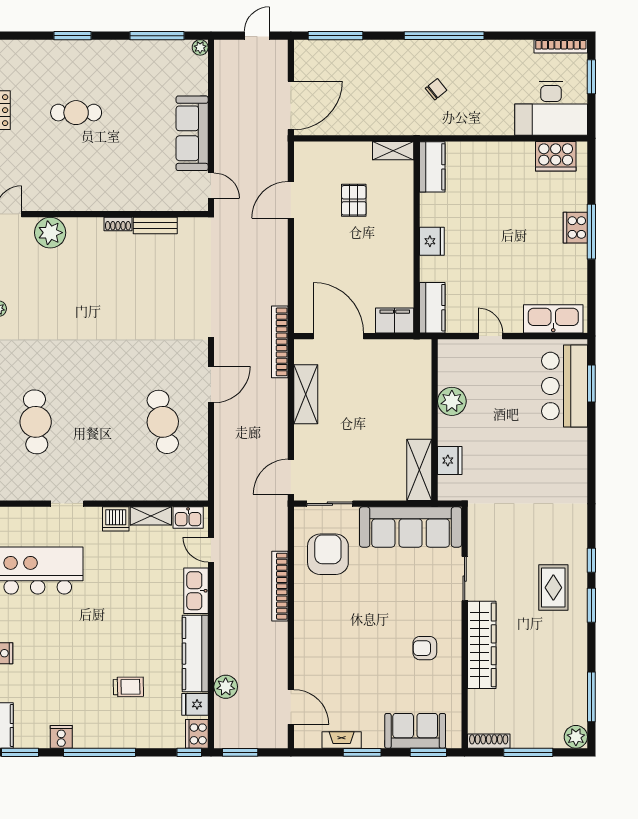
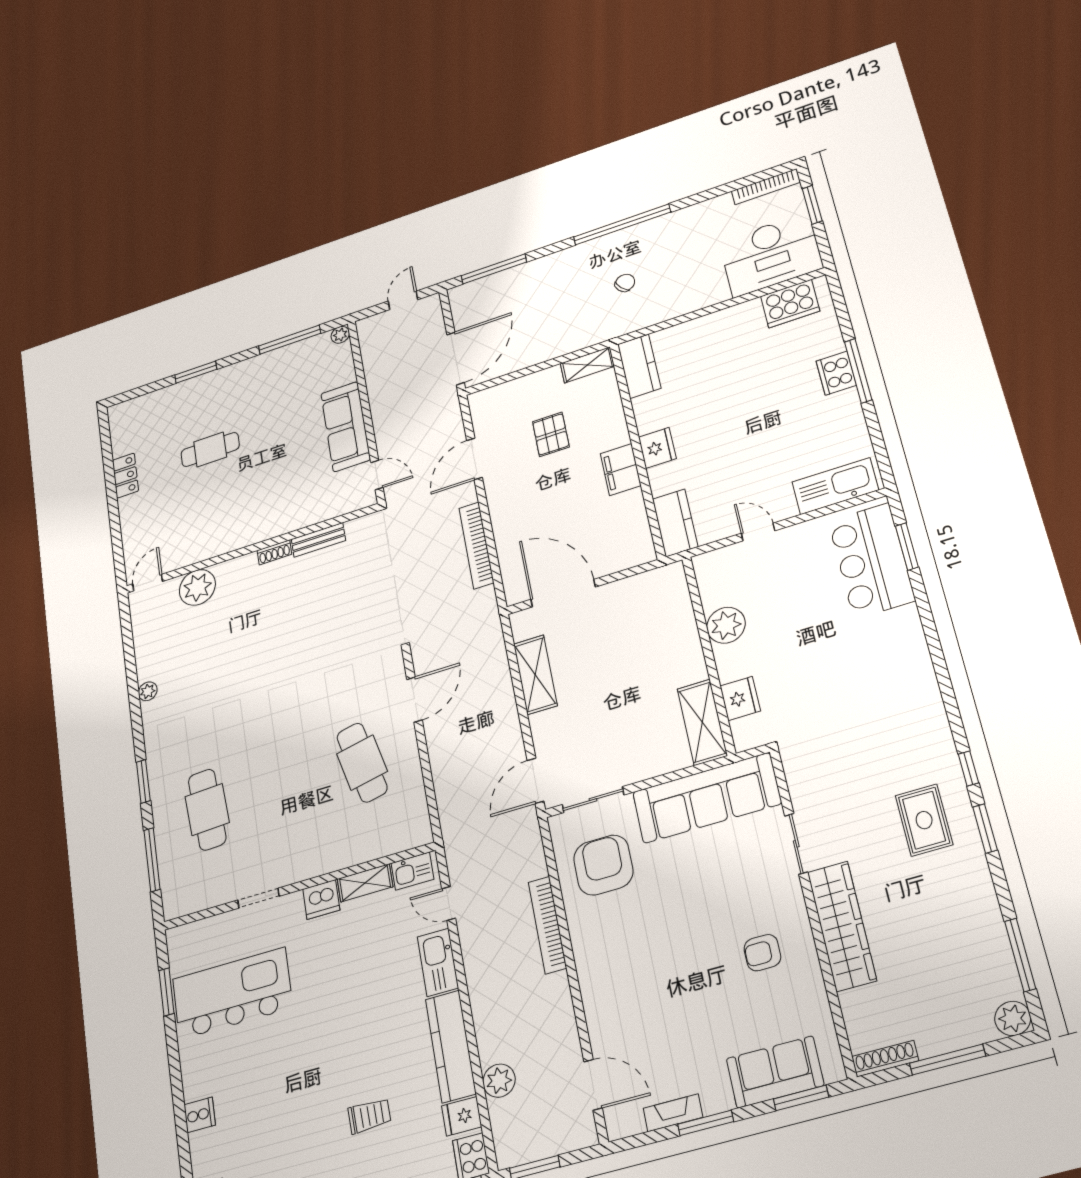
filing cabinet: (395, 320) -> (621, 470), moved, turned -90
bookcase: (280, 342) -> (476, 545), moved

